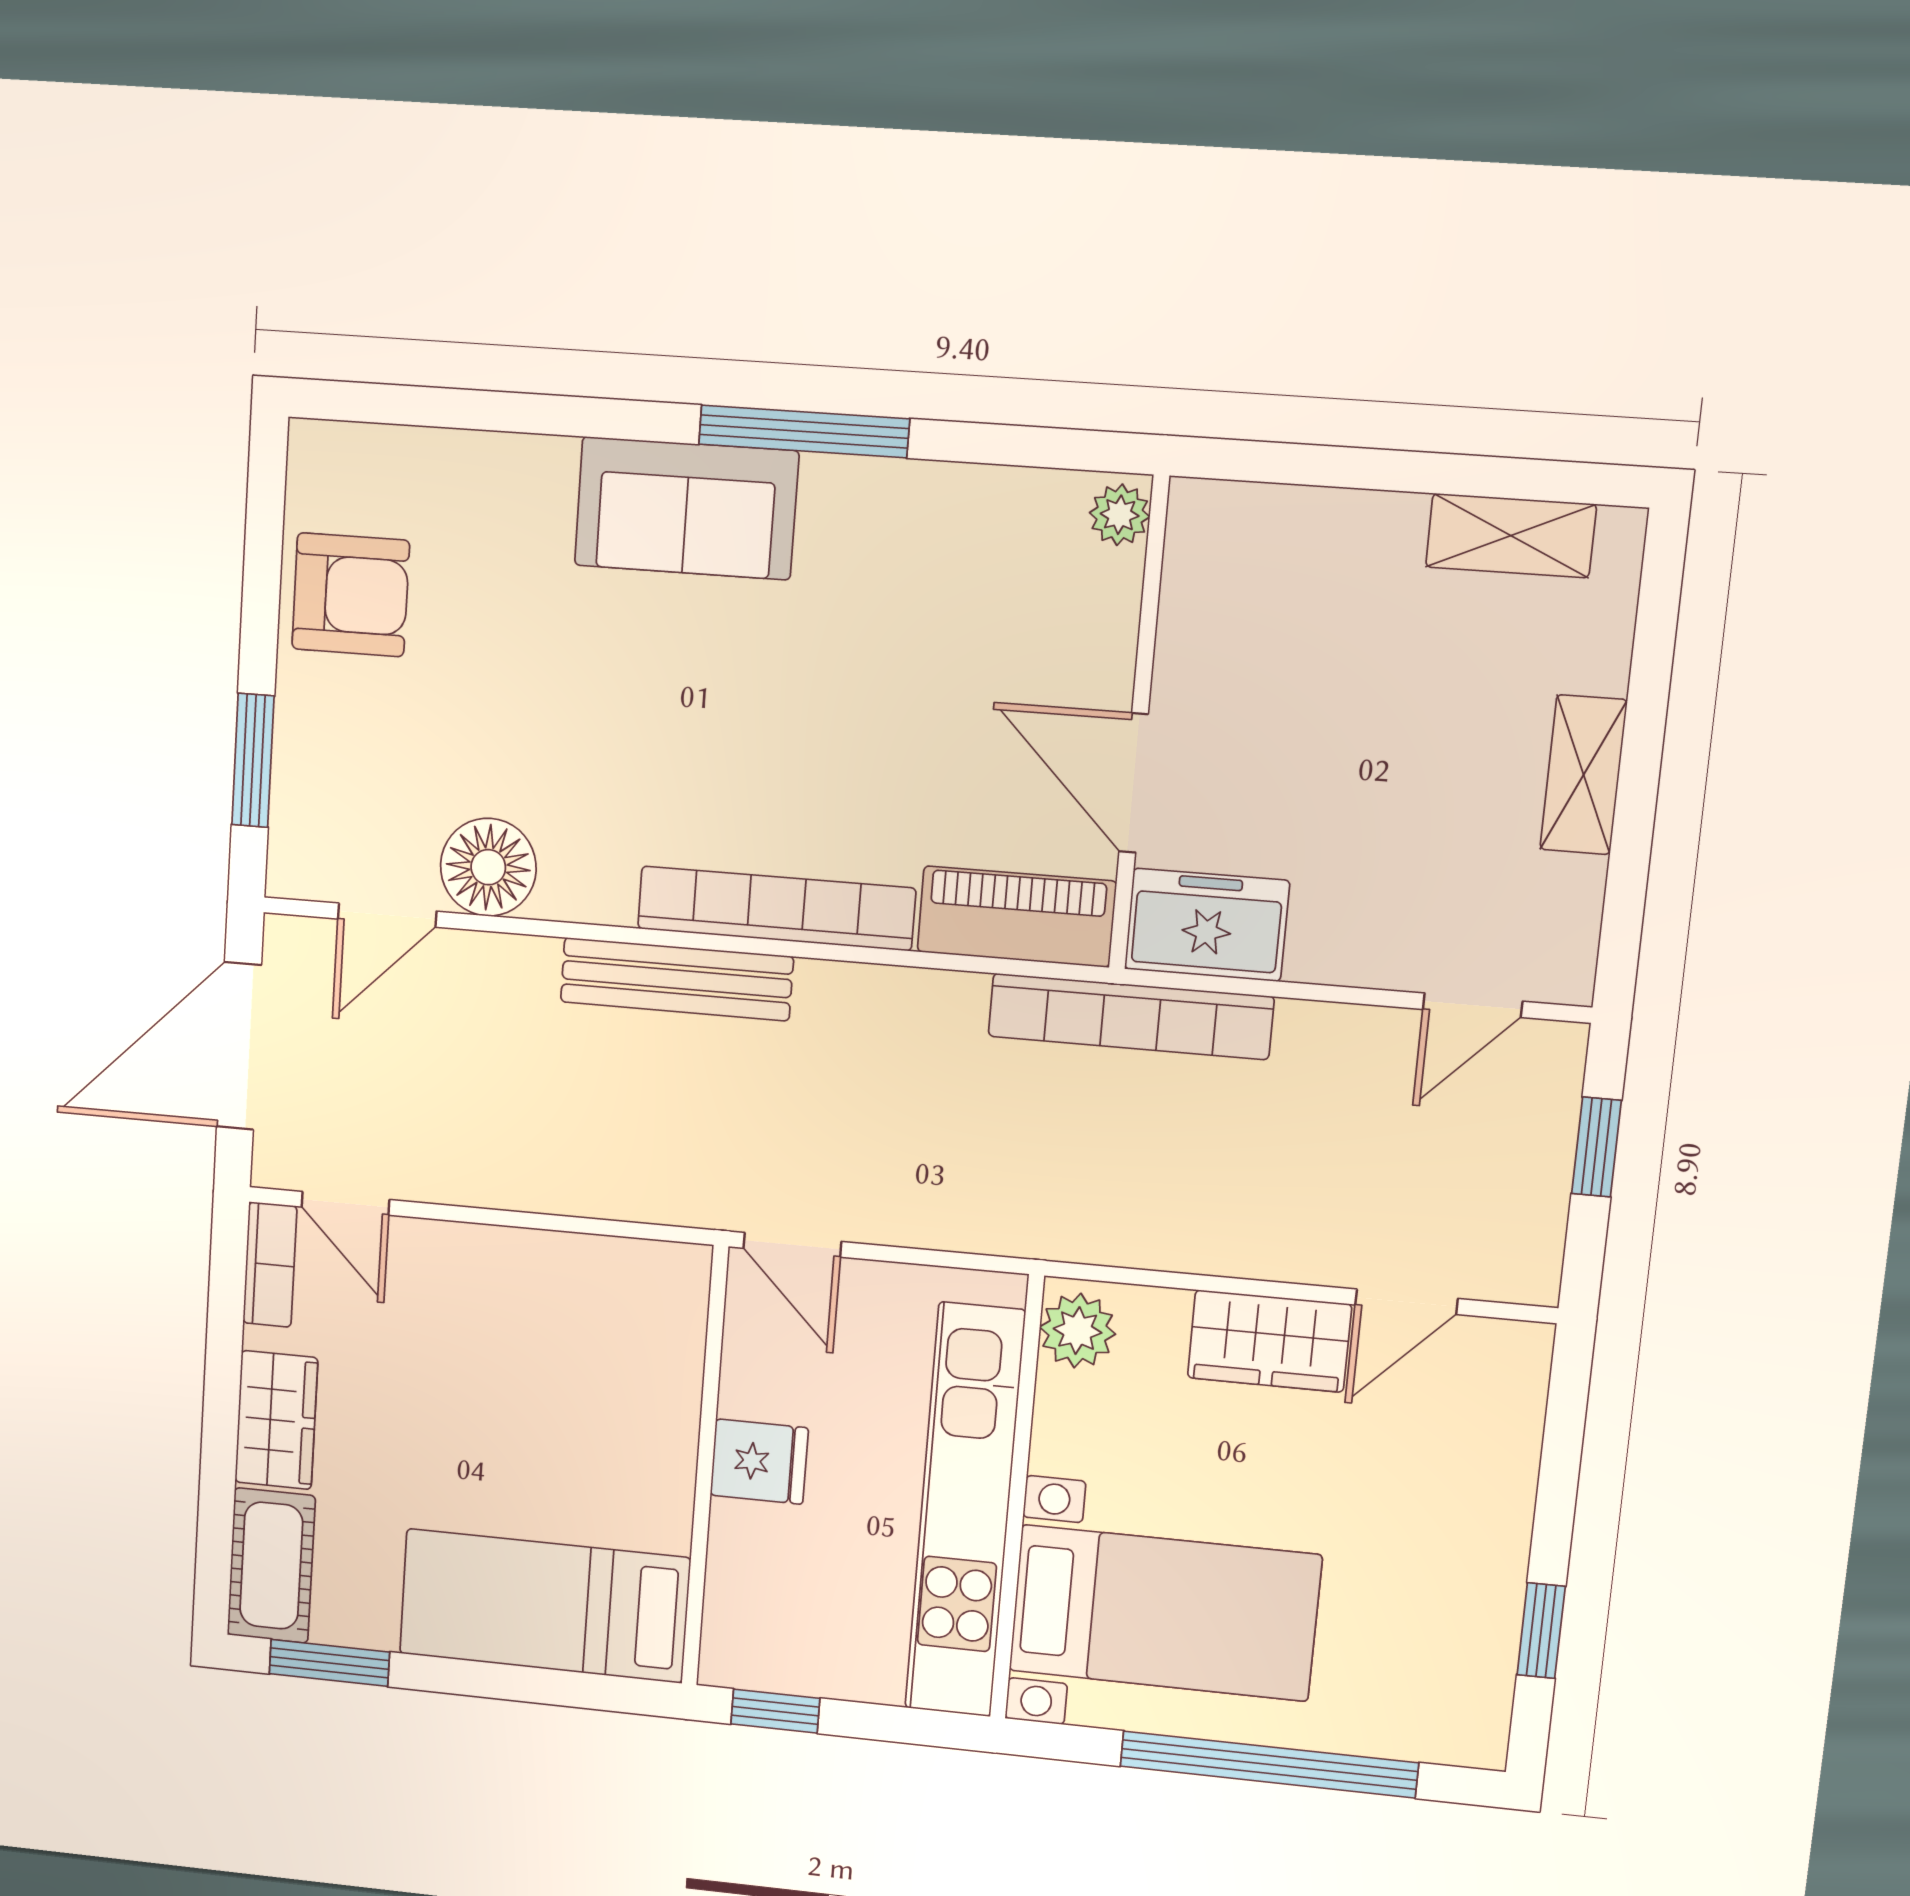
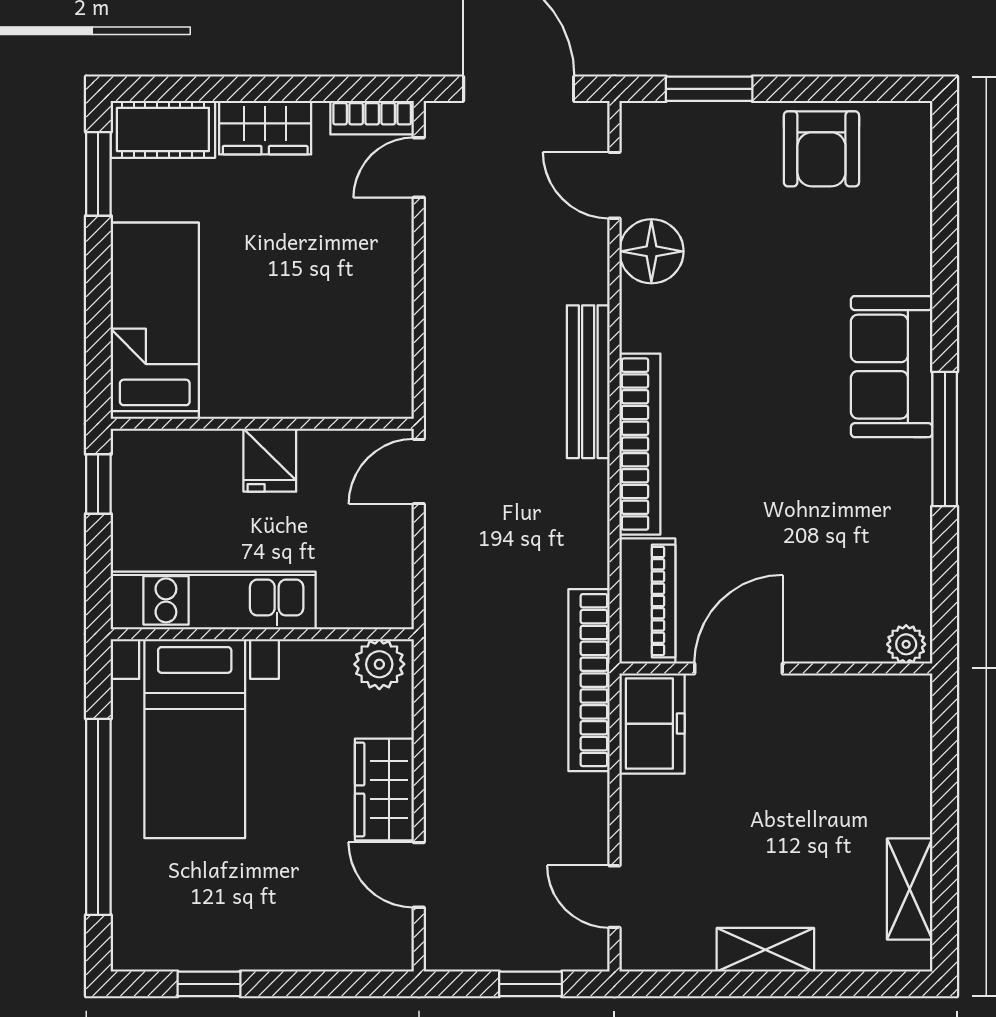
kitchen unit: (965, 1511) -> (213, 600), width x0.73

